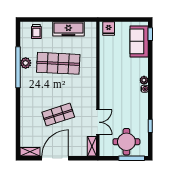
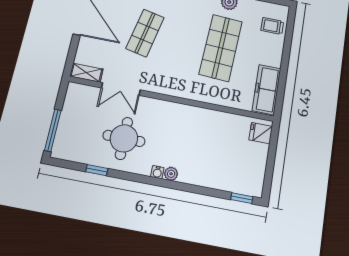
freezer: (68, 29) -> (267, 90), moved
sofa: (139, 41) -> (233, 178), removed
shop shelf: (58, 115) -> (145, 33), turned 30
round table: (126, 142) -> (124, 138), moved

